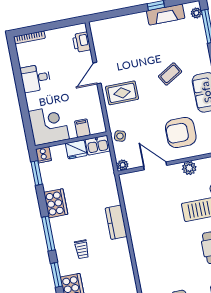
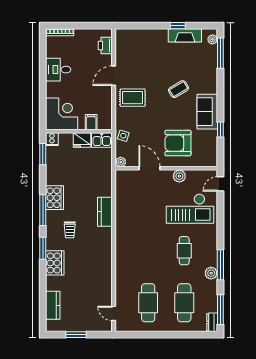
cooker: (56, 203) -> (55, 198), moved

